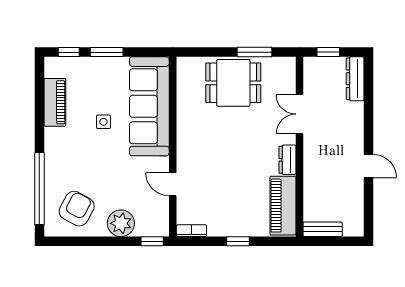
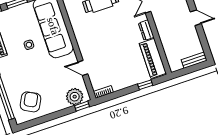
plant: (121, 223) -> (75, 97), moved
bench: (323, 229) -> (194, 60), moved
window: (238, 241) -> (145, 85), moved

